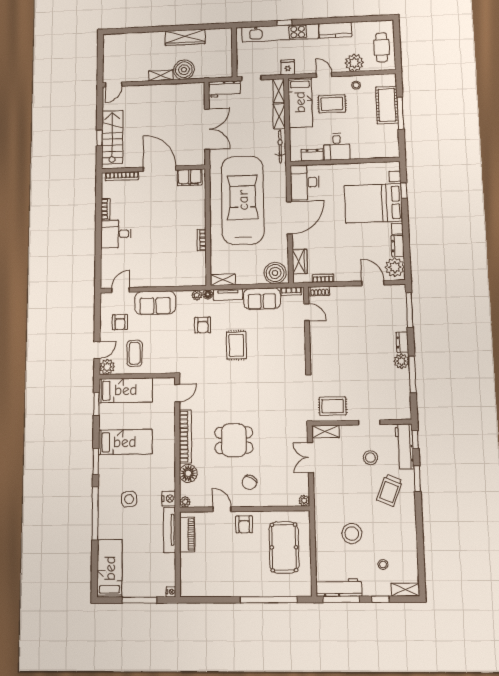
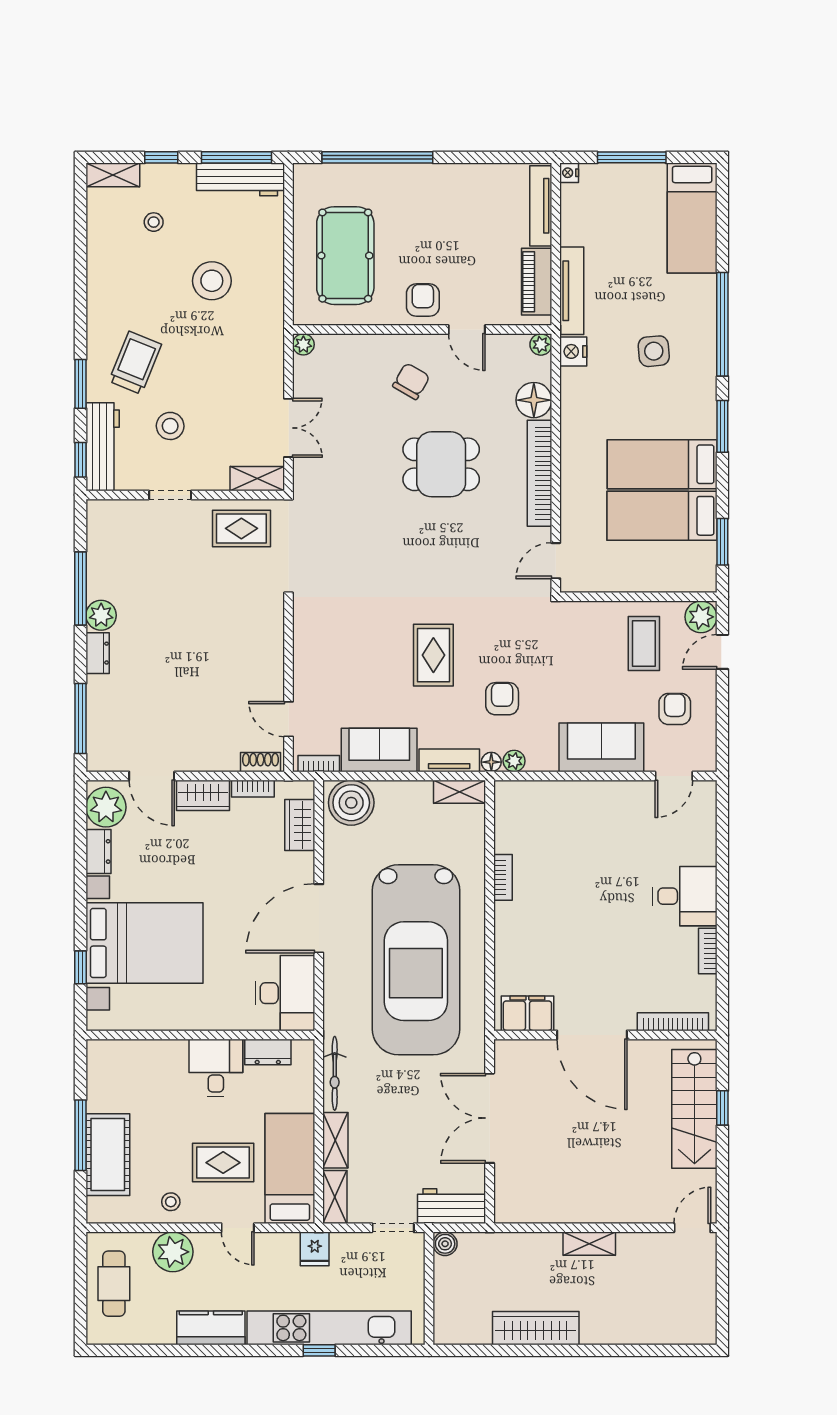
boiler: (184, 70) -> (445, 1244), moved, width x0.54, depth x0.54
wardrobe: (347, 274) -> (203, 795), added
bed: (126, 390) -> (662, 516), moved
tv unit: (185, 574) -> (541, 206), added

